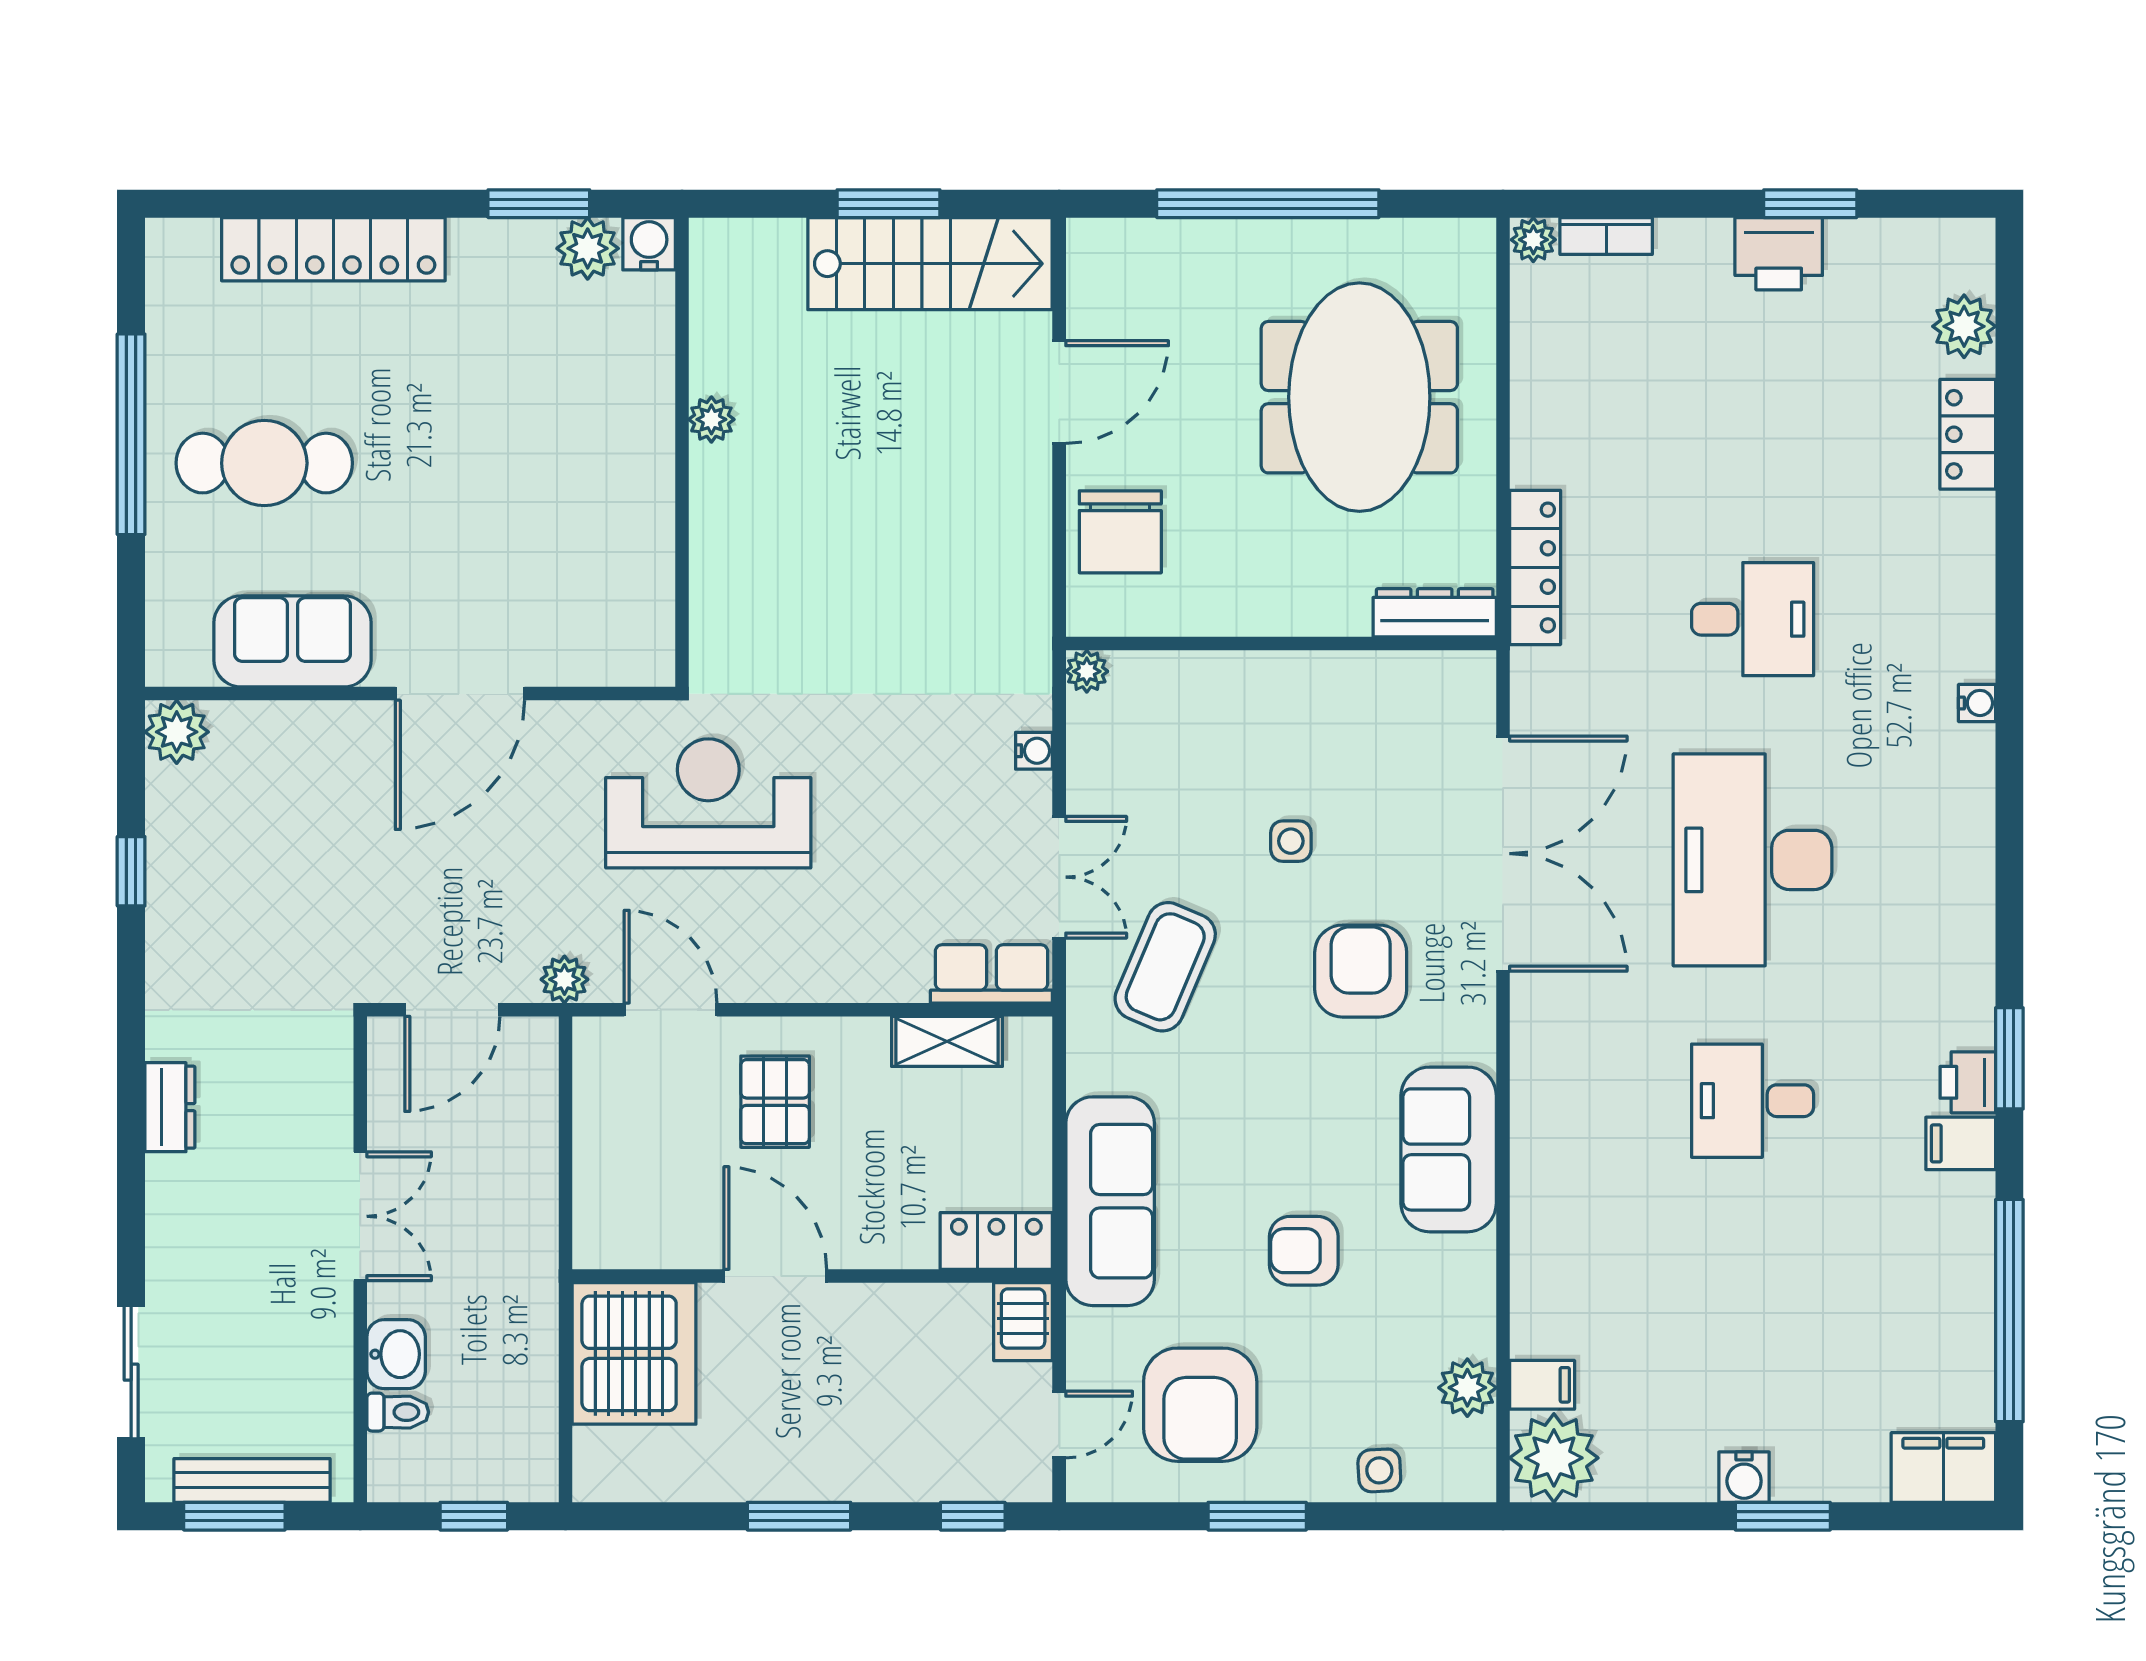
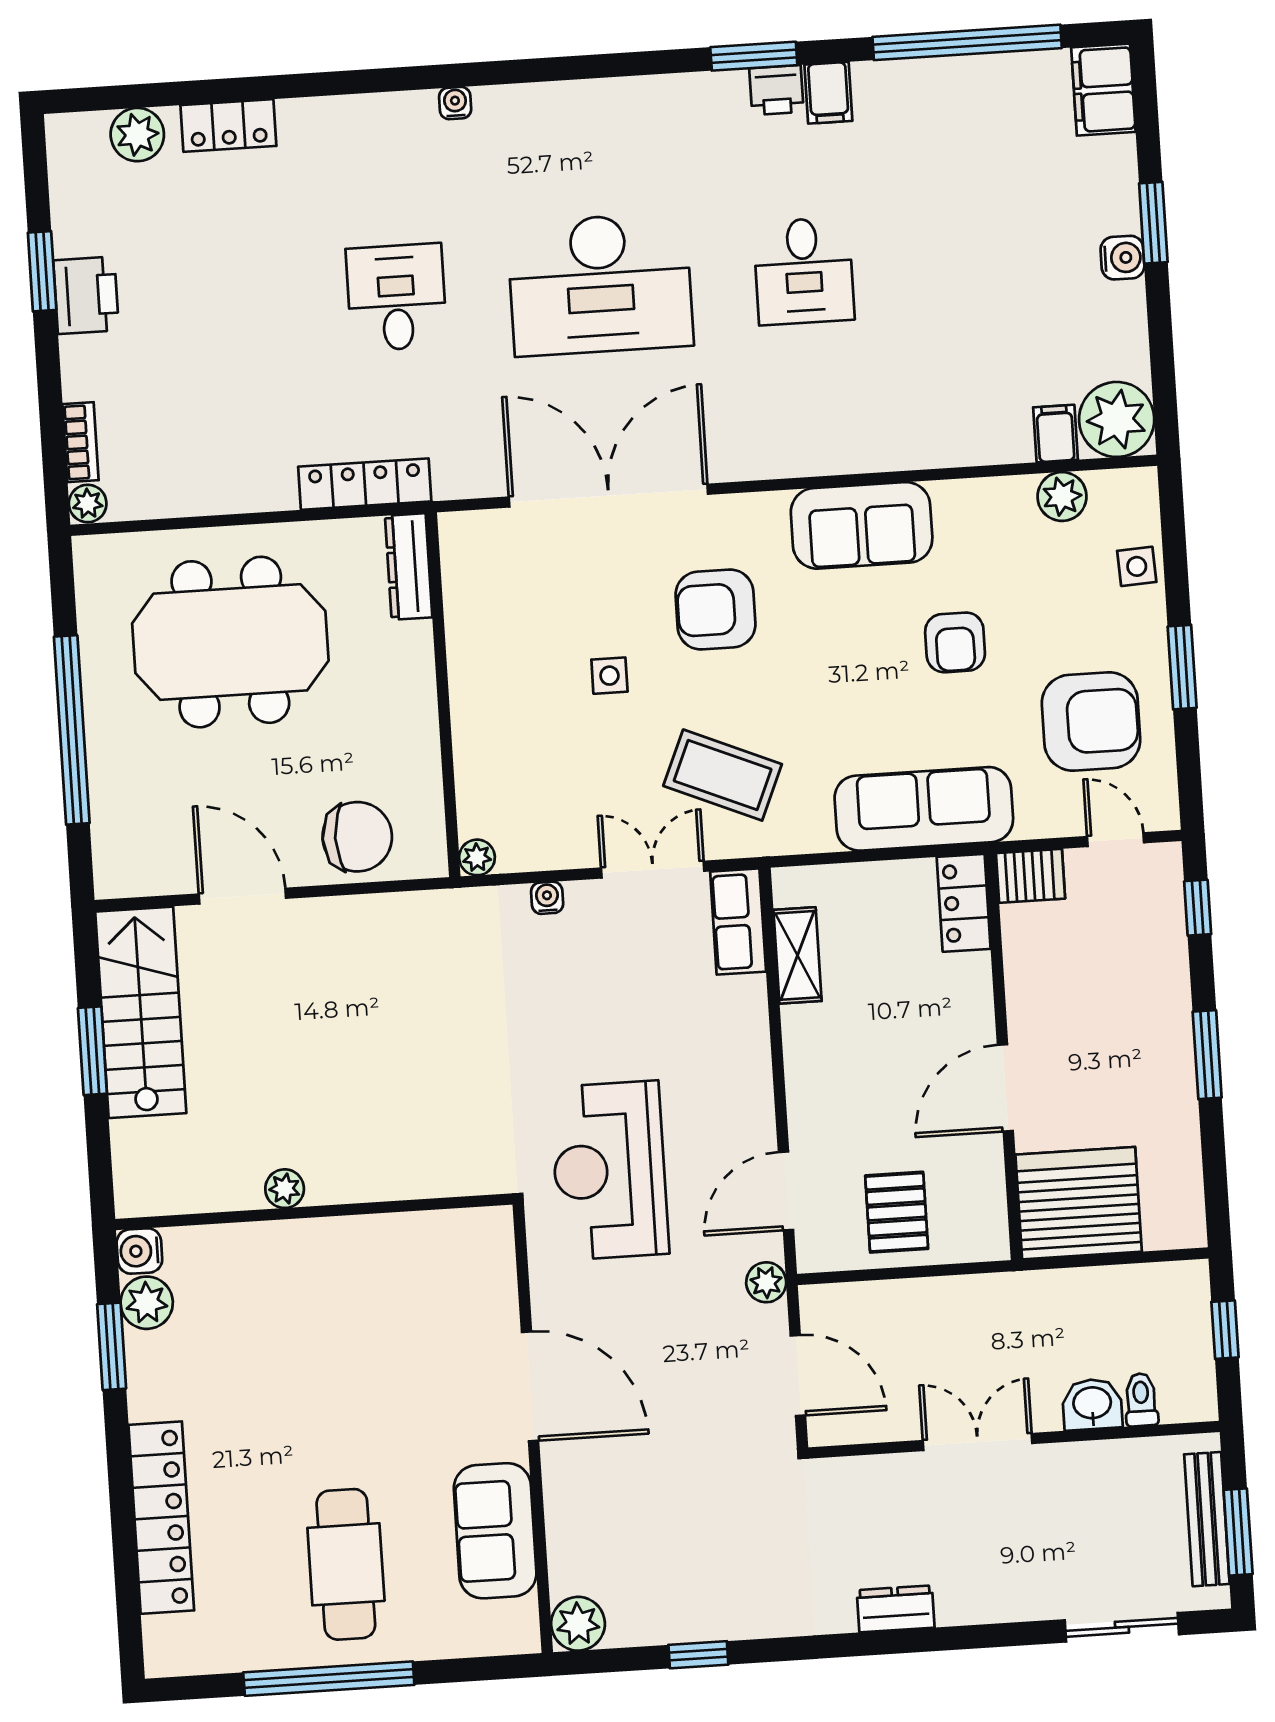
pallet: (775, 1102) -> (897, 1212), moved, turned 90

